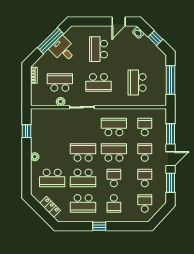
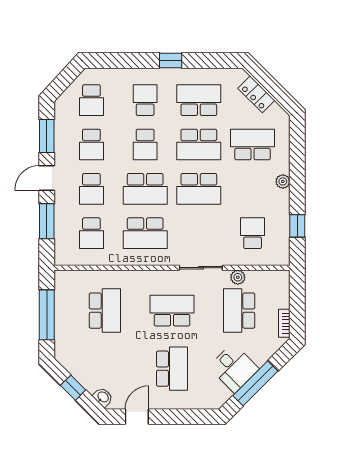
school desk: (60, 82) -> (239, 311), turned 90
school desk: (52, 127) -> (253, 233), added
school desk: (83, 178) -> (199, 144), turned 180

